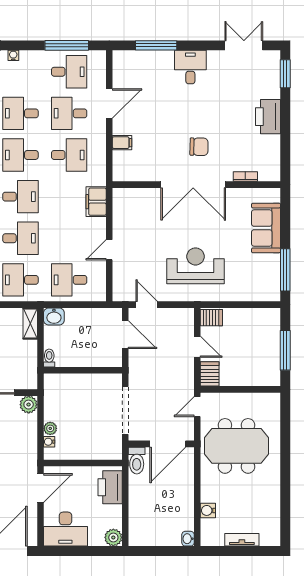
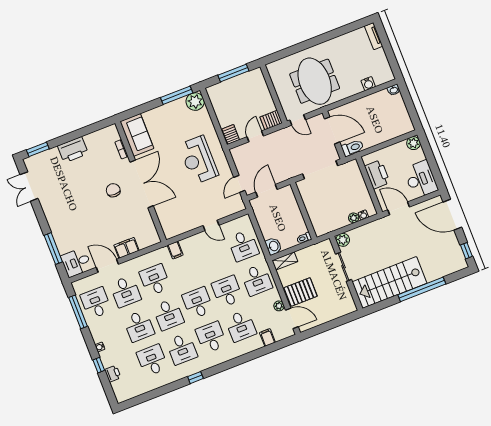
desk: (190, 67) -> (76, 262), moved
filing cabinet: (122, 143) -> (126, 248), width x2.00
filing cabinet: (96, 202) -> (175, 250), width x0.50
sofa: (266, 228) -> (137, 135), moved, turned -90
plant: (269, 290) -> (195, 102), added
printer: (110, 487) -> (377, 174), moved, turned -90
tv unit: (242, 540) -> (374, 36), moved

